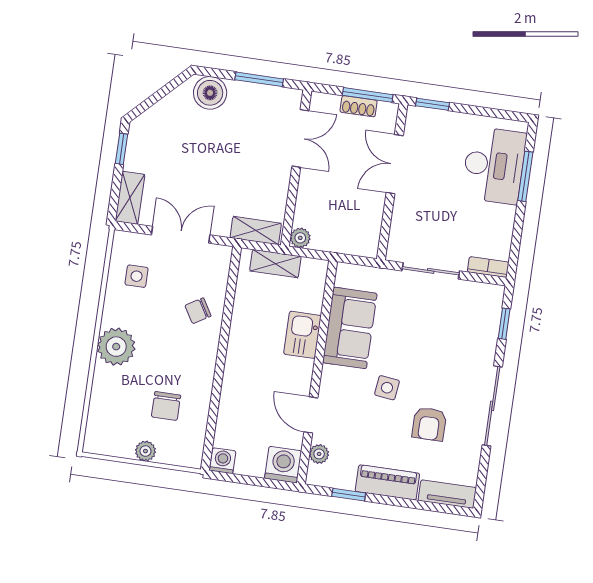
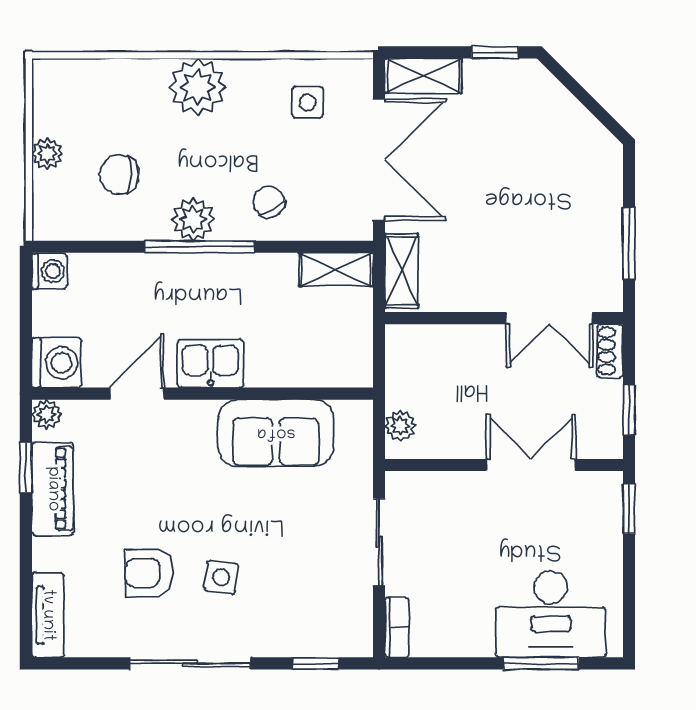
boiler: (210, 93) -> (598, 173), removed
window: (368, 95) -> (629, 410), width x0.67
shoe rack: (359, 106) -> (610, 351), moved
double door: (181, 235) -> (379, 160), width x1.37
plant: (300, 238) -> (400, 426), moved
shelving: (275, 264) -> (336, 269), moved, turned 90
kitchen sink: (302, 335) -> (210, 364), moved
window: (221, 360) -> (200, 247), added
plant: (202, 362) -> (193, 219), added
side table: (387, 388) -> (221, 577), moved
plant: (319, 454) -> (47, 414), moved
piano: (387, 482) -> (53, 489), moved

